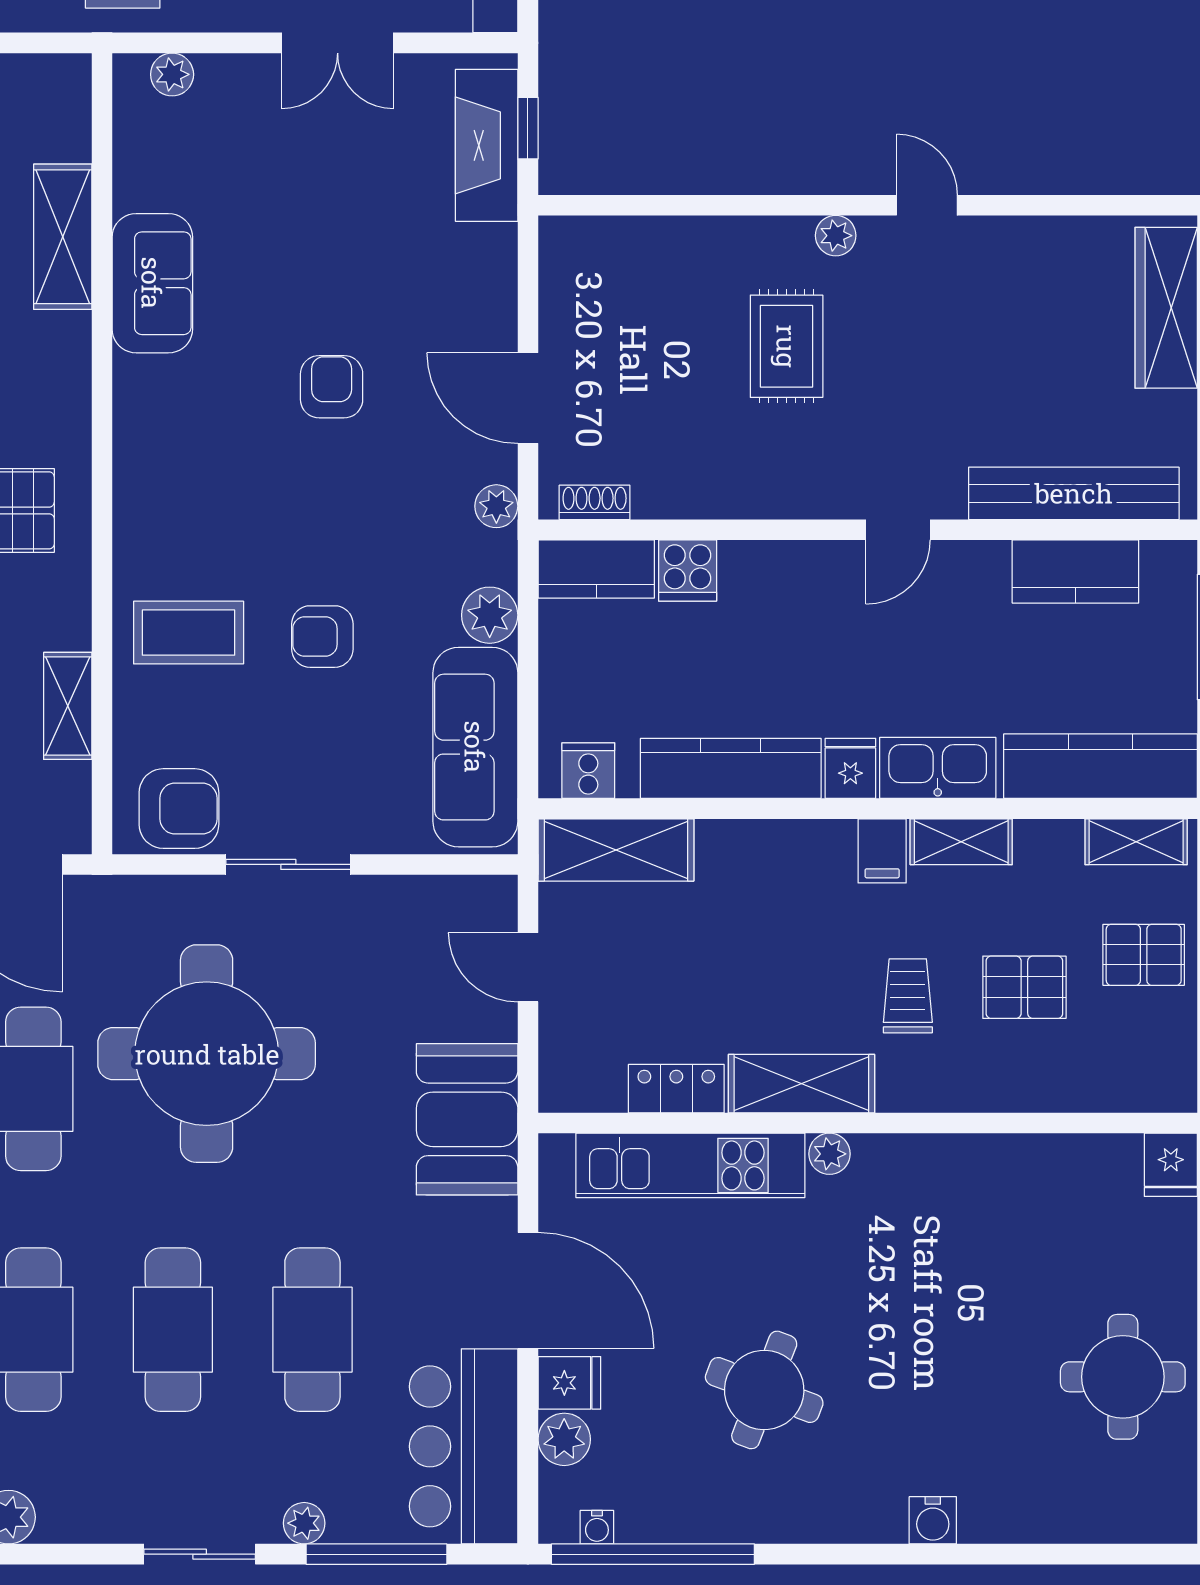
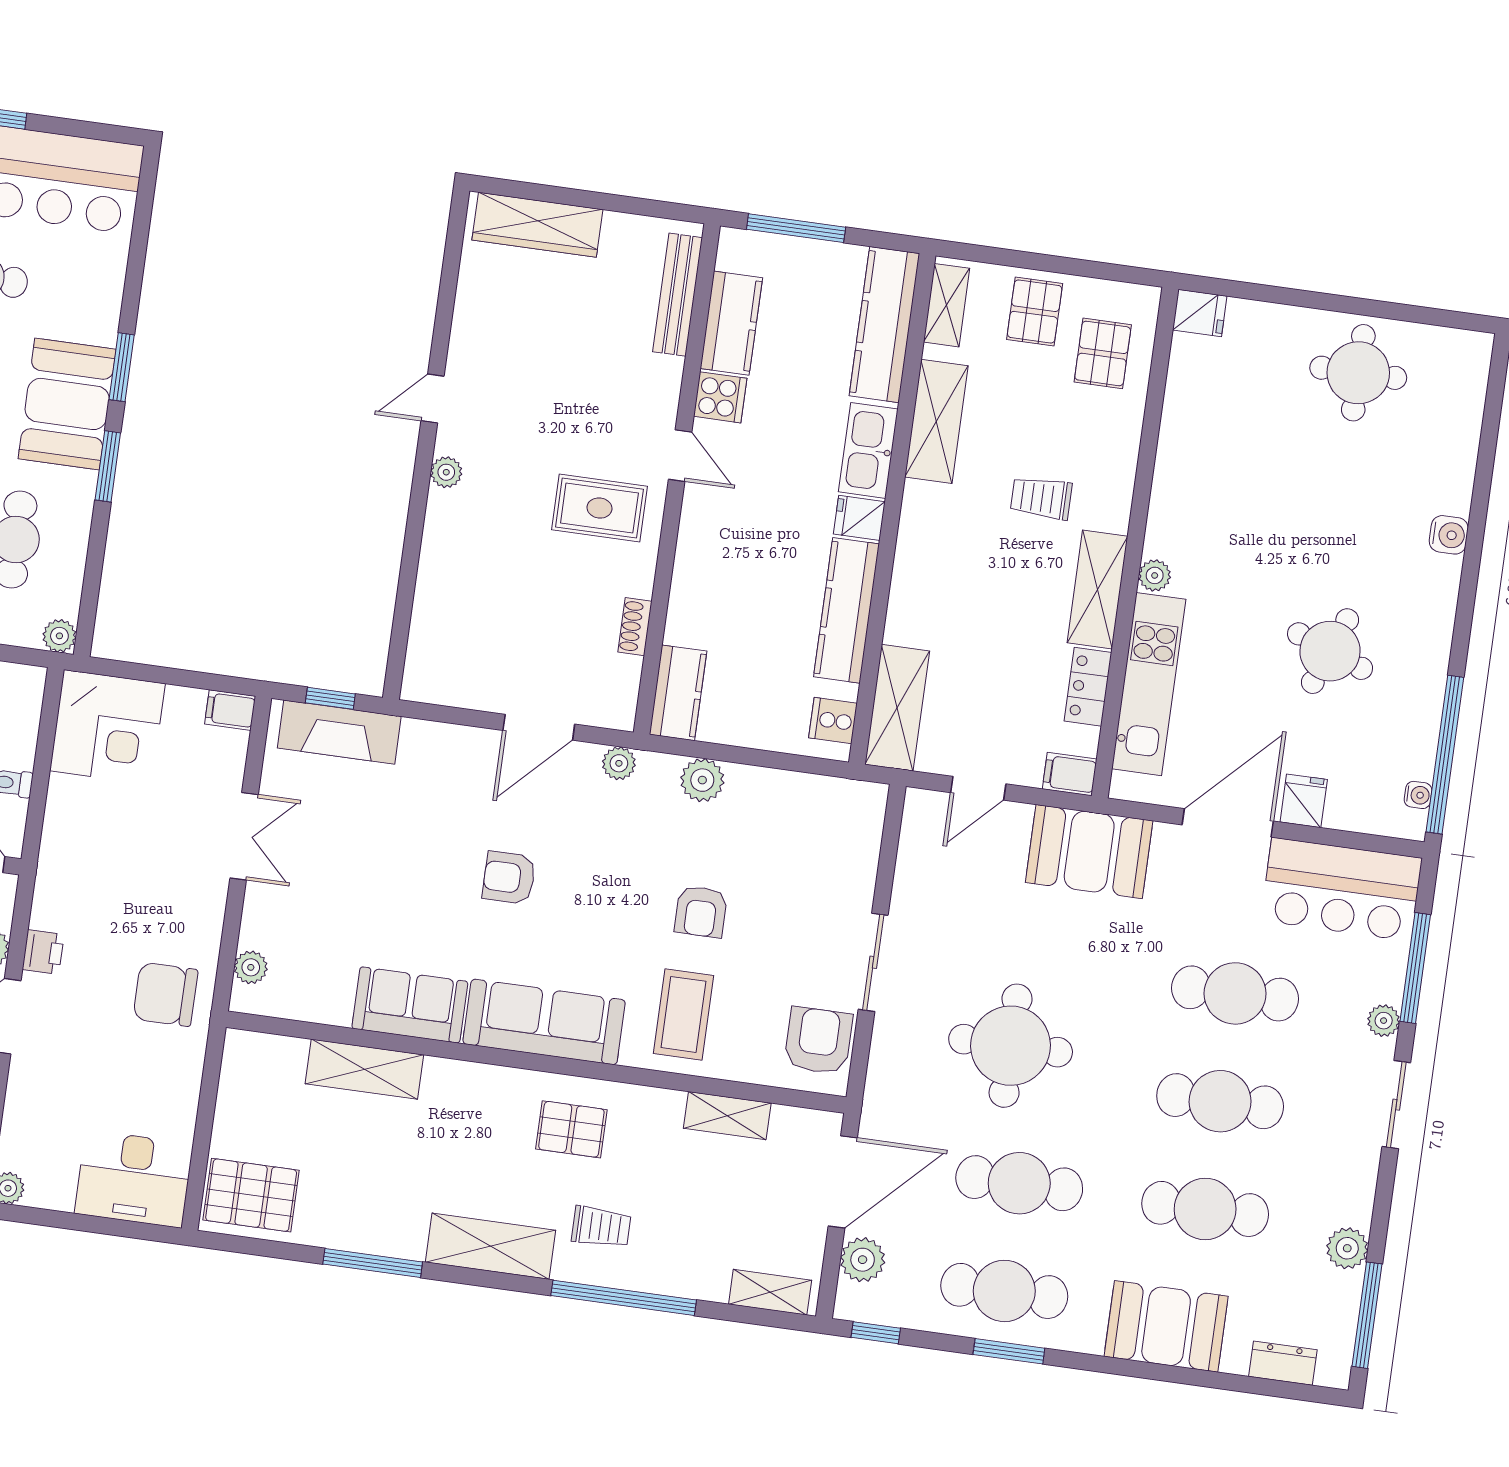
rug: (787, 346) -> (599, 508), moved
bench: (1074, 493) -> (677, 295), width x0.73, depth x0.82
shoe rack: (595, 502) -> (635, 627), moved
cooker: (688, 570) -> (720, 397), moved
sofa: (475, 747) -> (544, 1022), moved, turned 180
shelving: (961, 842) -> (936, 421), width x1.50, depth x1.33
filing cabinet: (882, 851) -> (1070, 774), moved, turned 180
pallet: (1024, 987) -> (1103, 353), moved
round table: (207, 1054) -> (1011, 1046), width x0.73, depth x0.73
plant: (564, 1439) -> (1347, 811), removed

